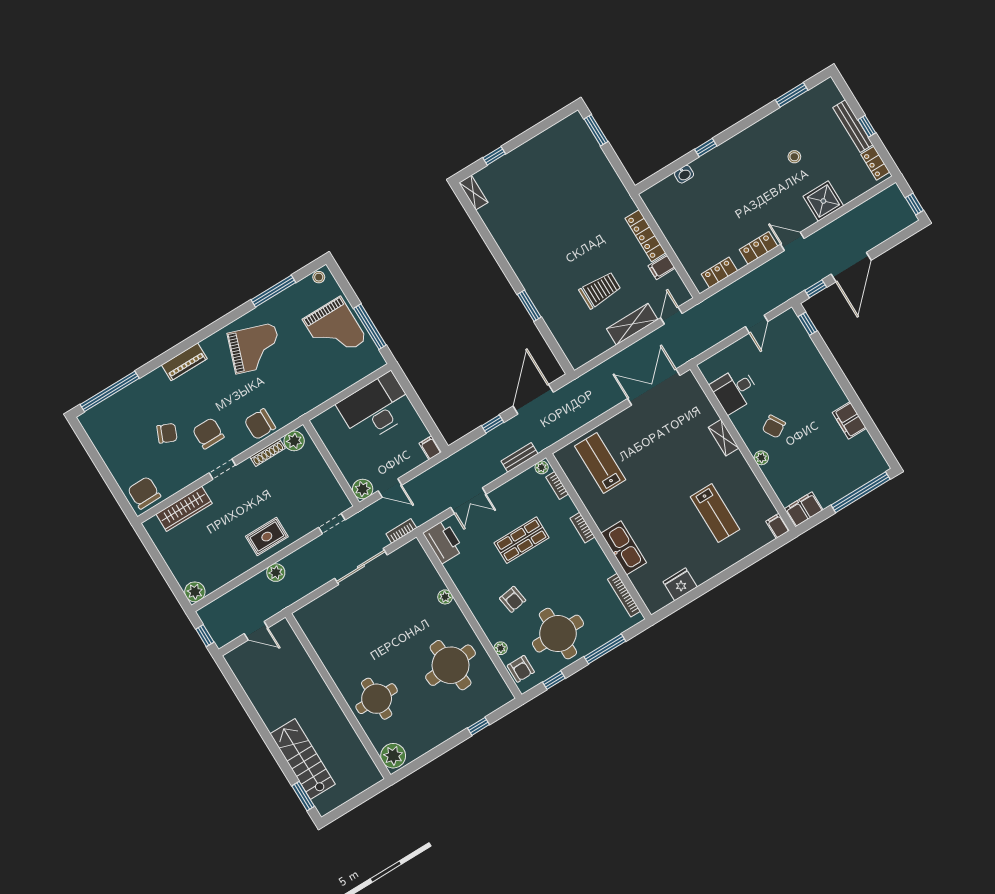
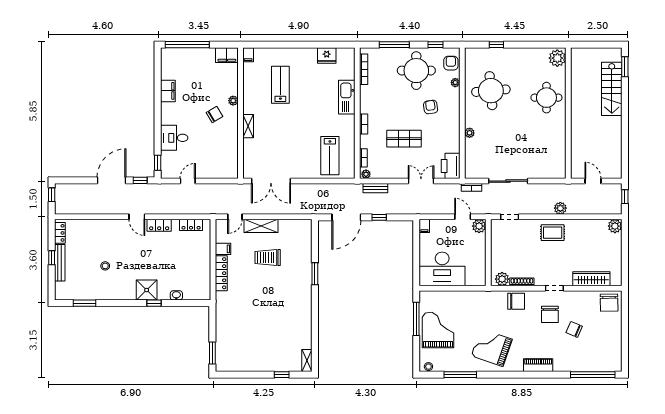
shower: (823, 201) -> (147, 290), moved
desk: (735, 390) -> (174, 138), moved, turned 180

